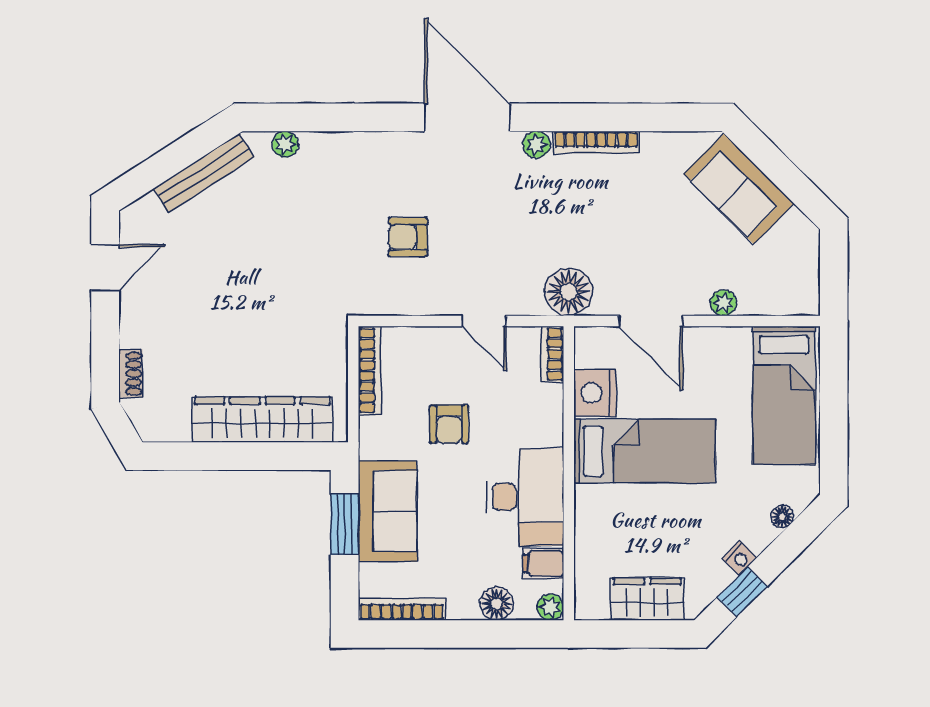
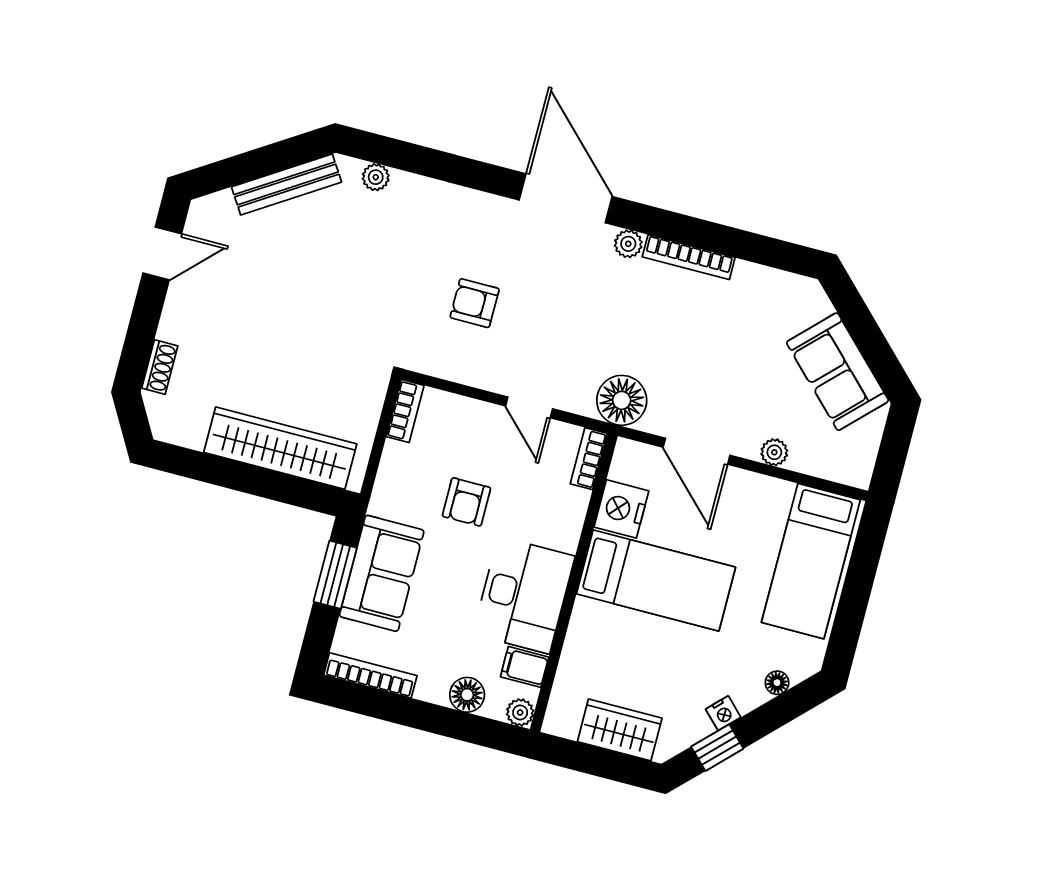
sofa: (739, 189) -> (838, 372), moved
bookcase: (370, 371) -> (405, 411), width x0.64

